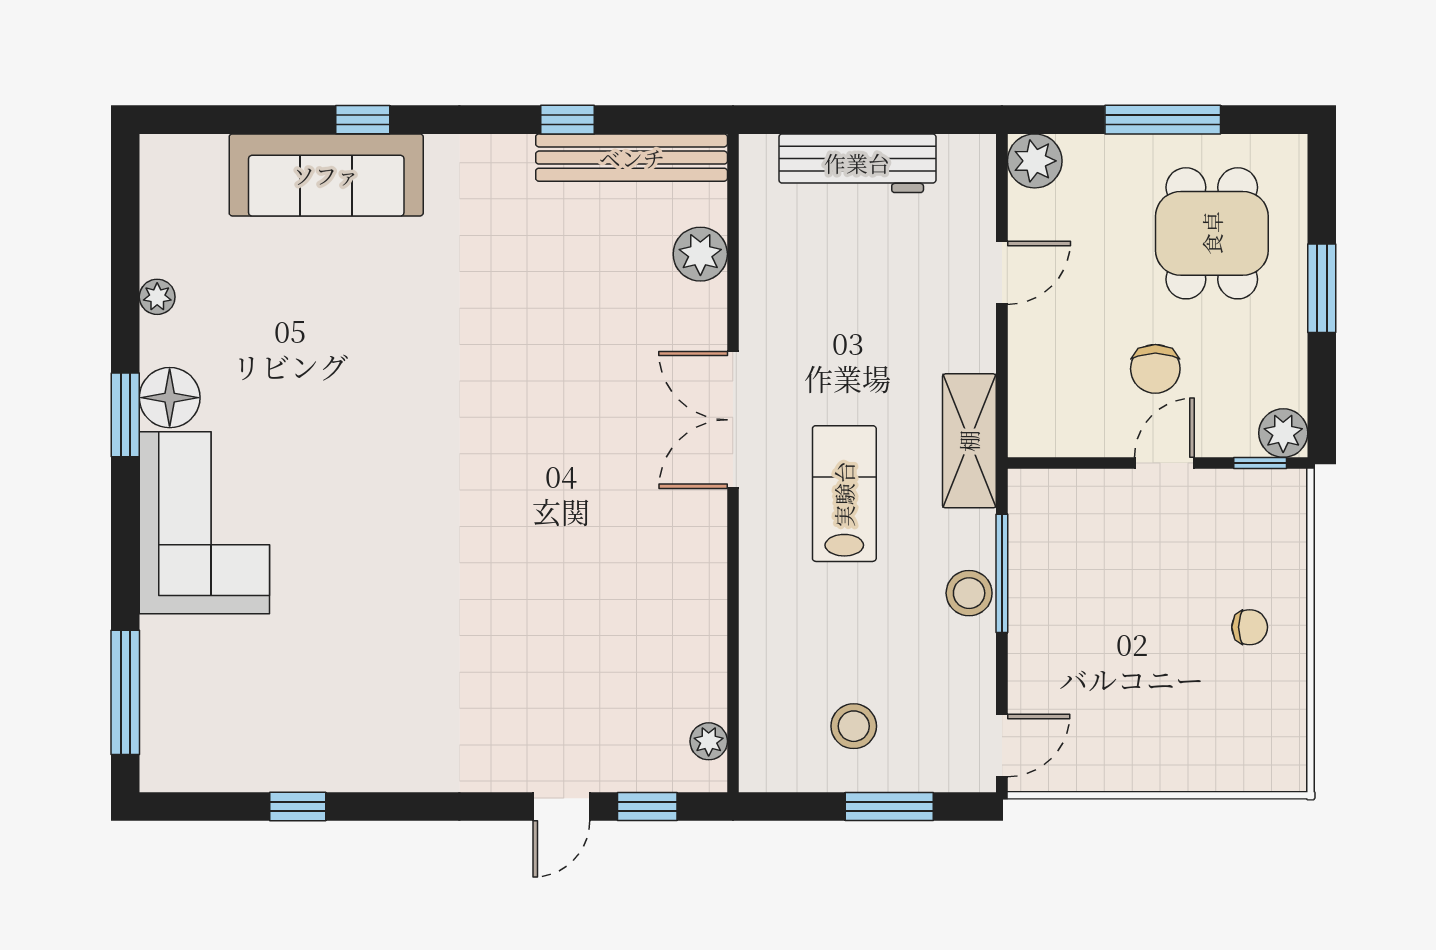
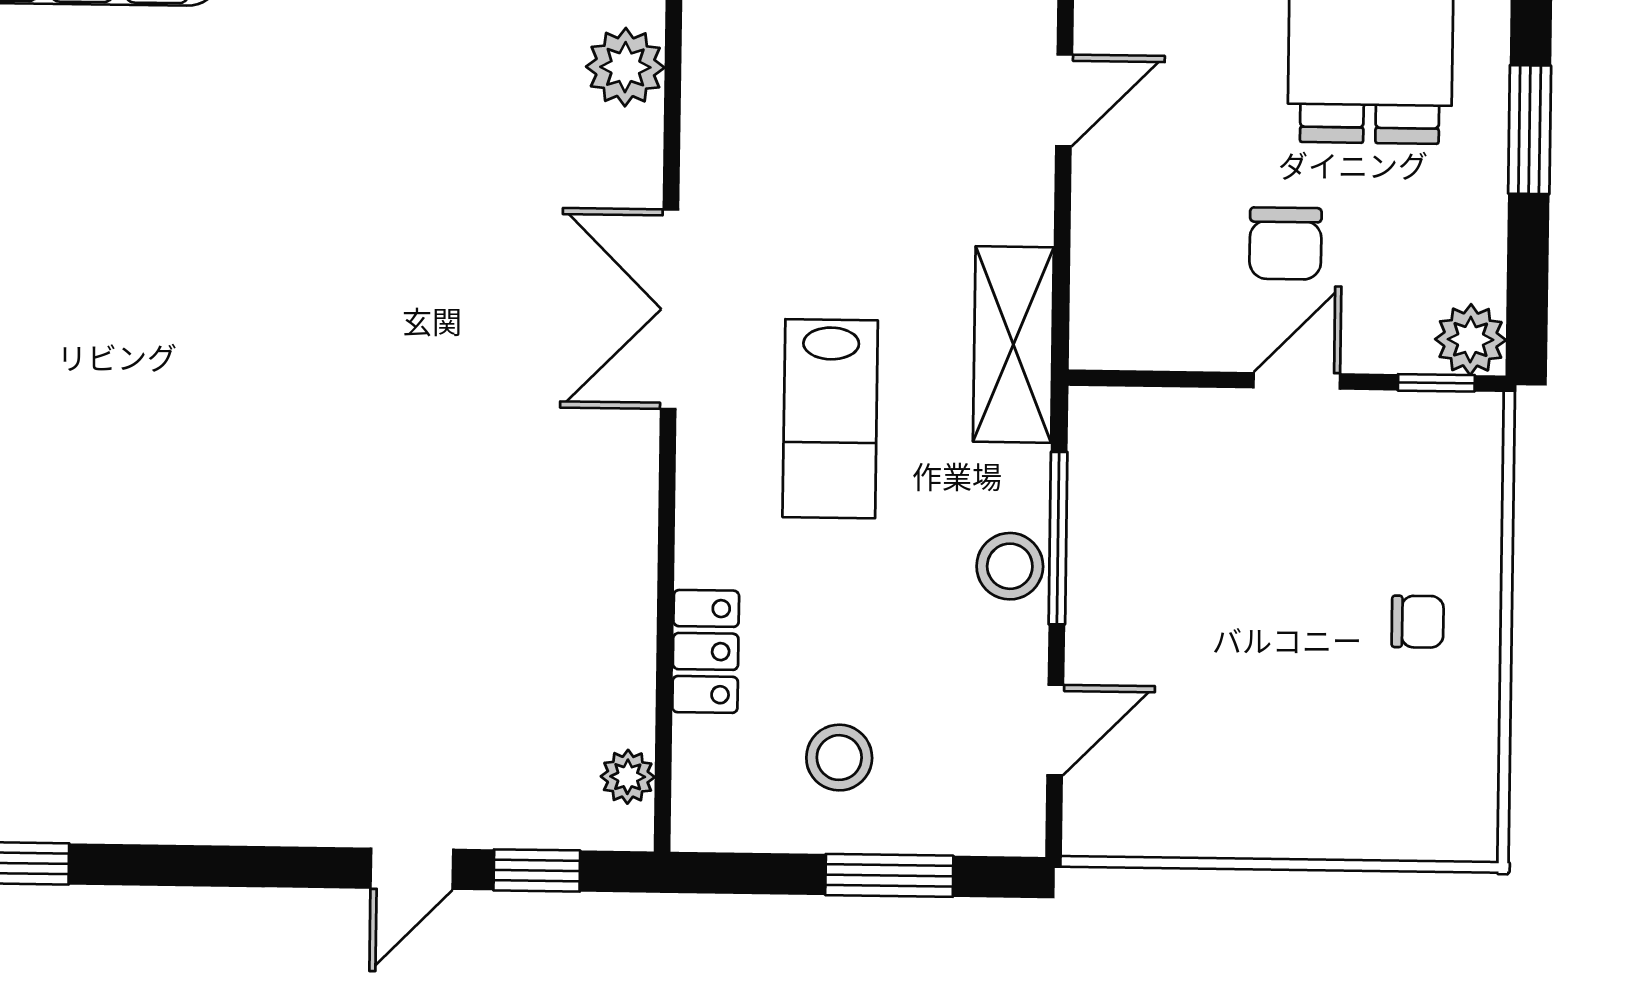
lab bench: (844, 494) -> (830, 419), turned 180
locker: (761, 655) -> (706, 651), added
door: (1002, 745) -> (1055, 730), moved

